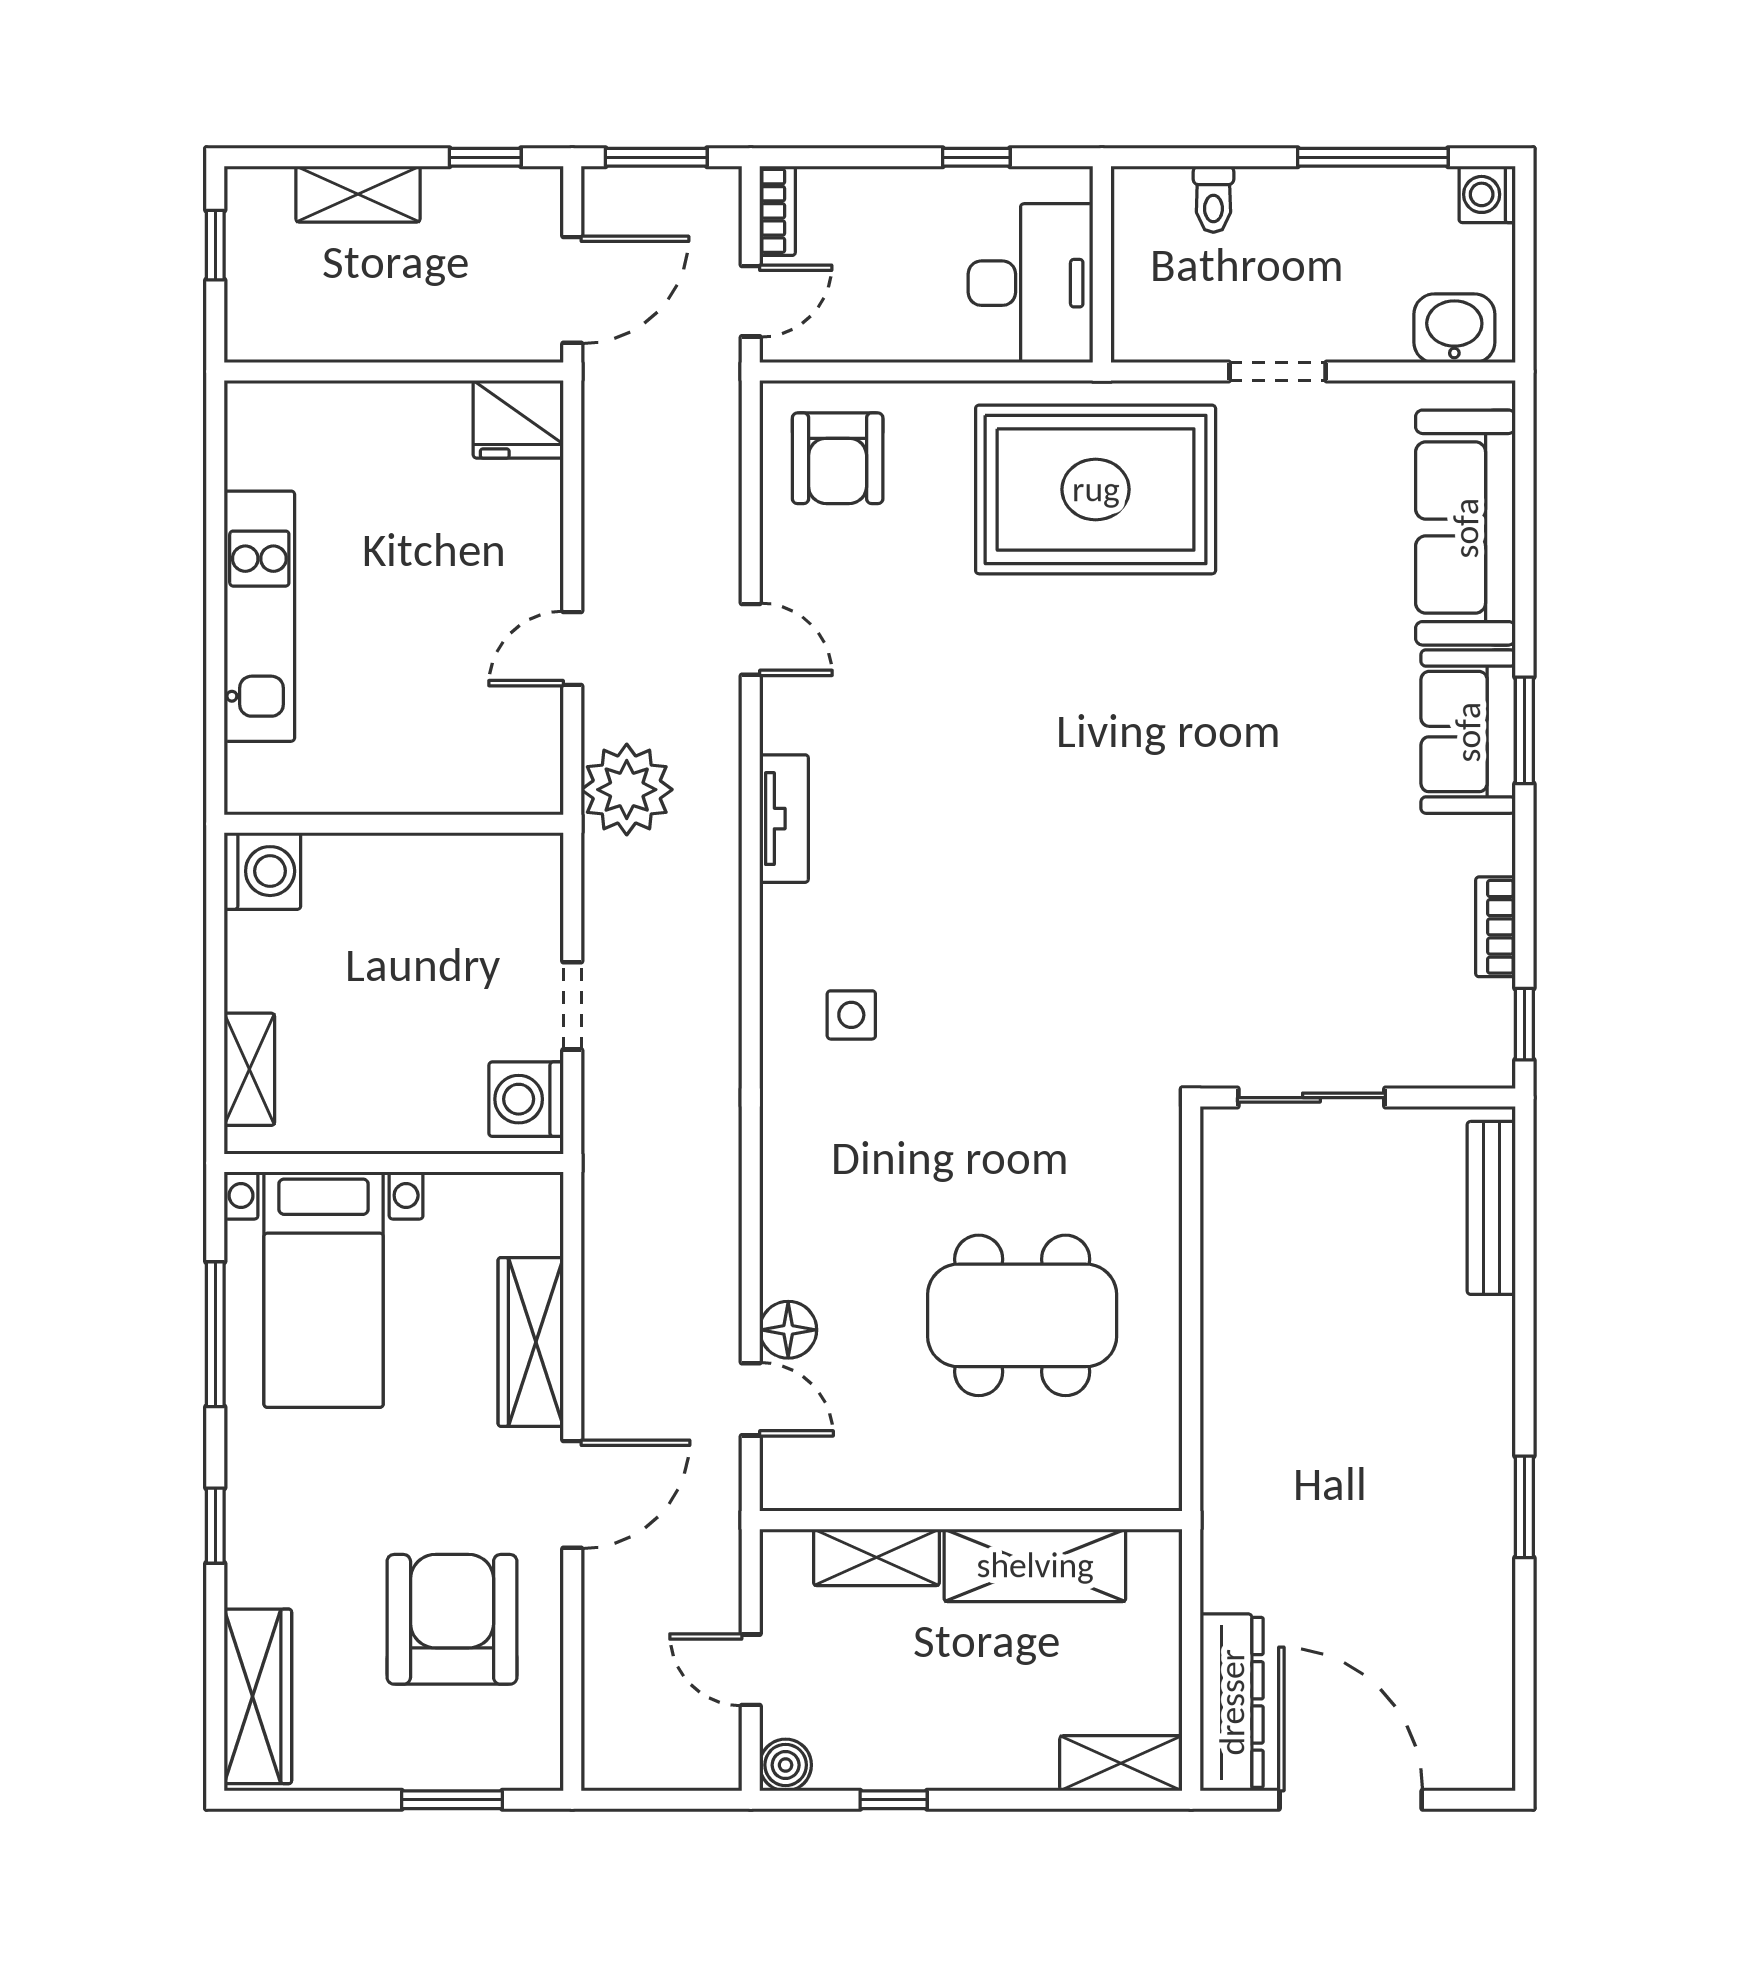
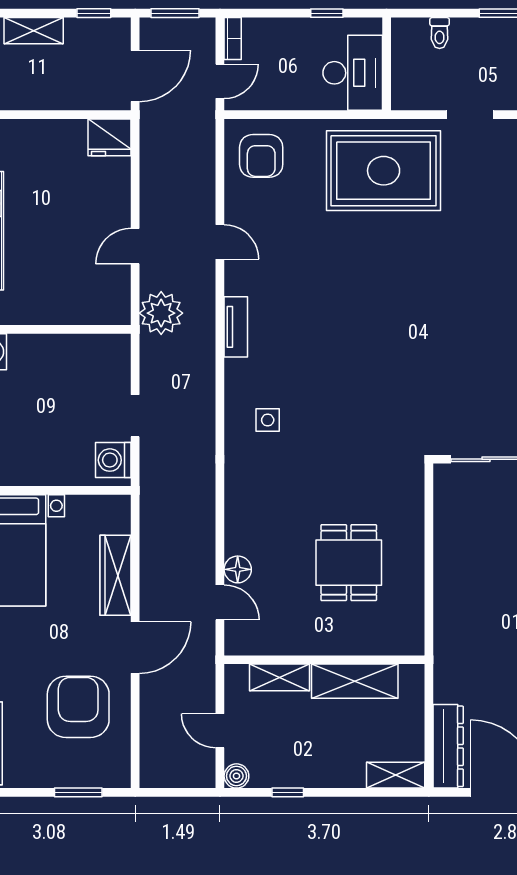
dining table: (1022, 1315) -> (349, 563), width x0.73

